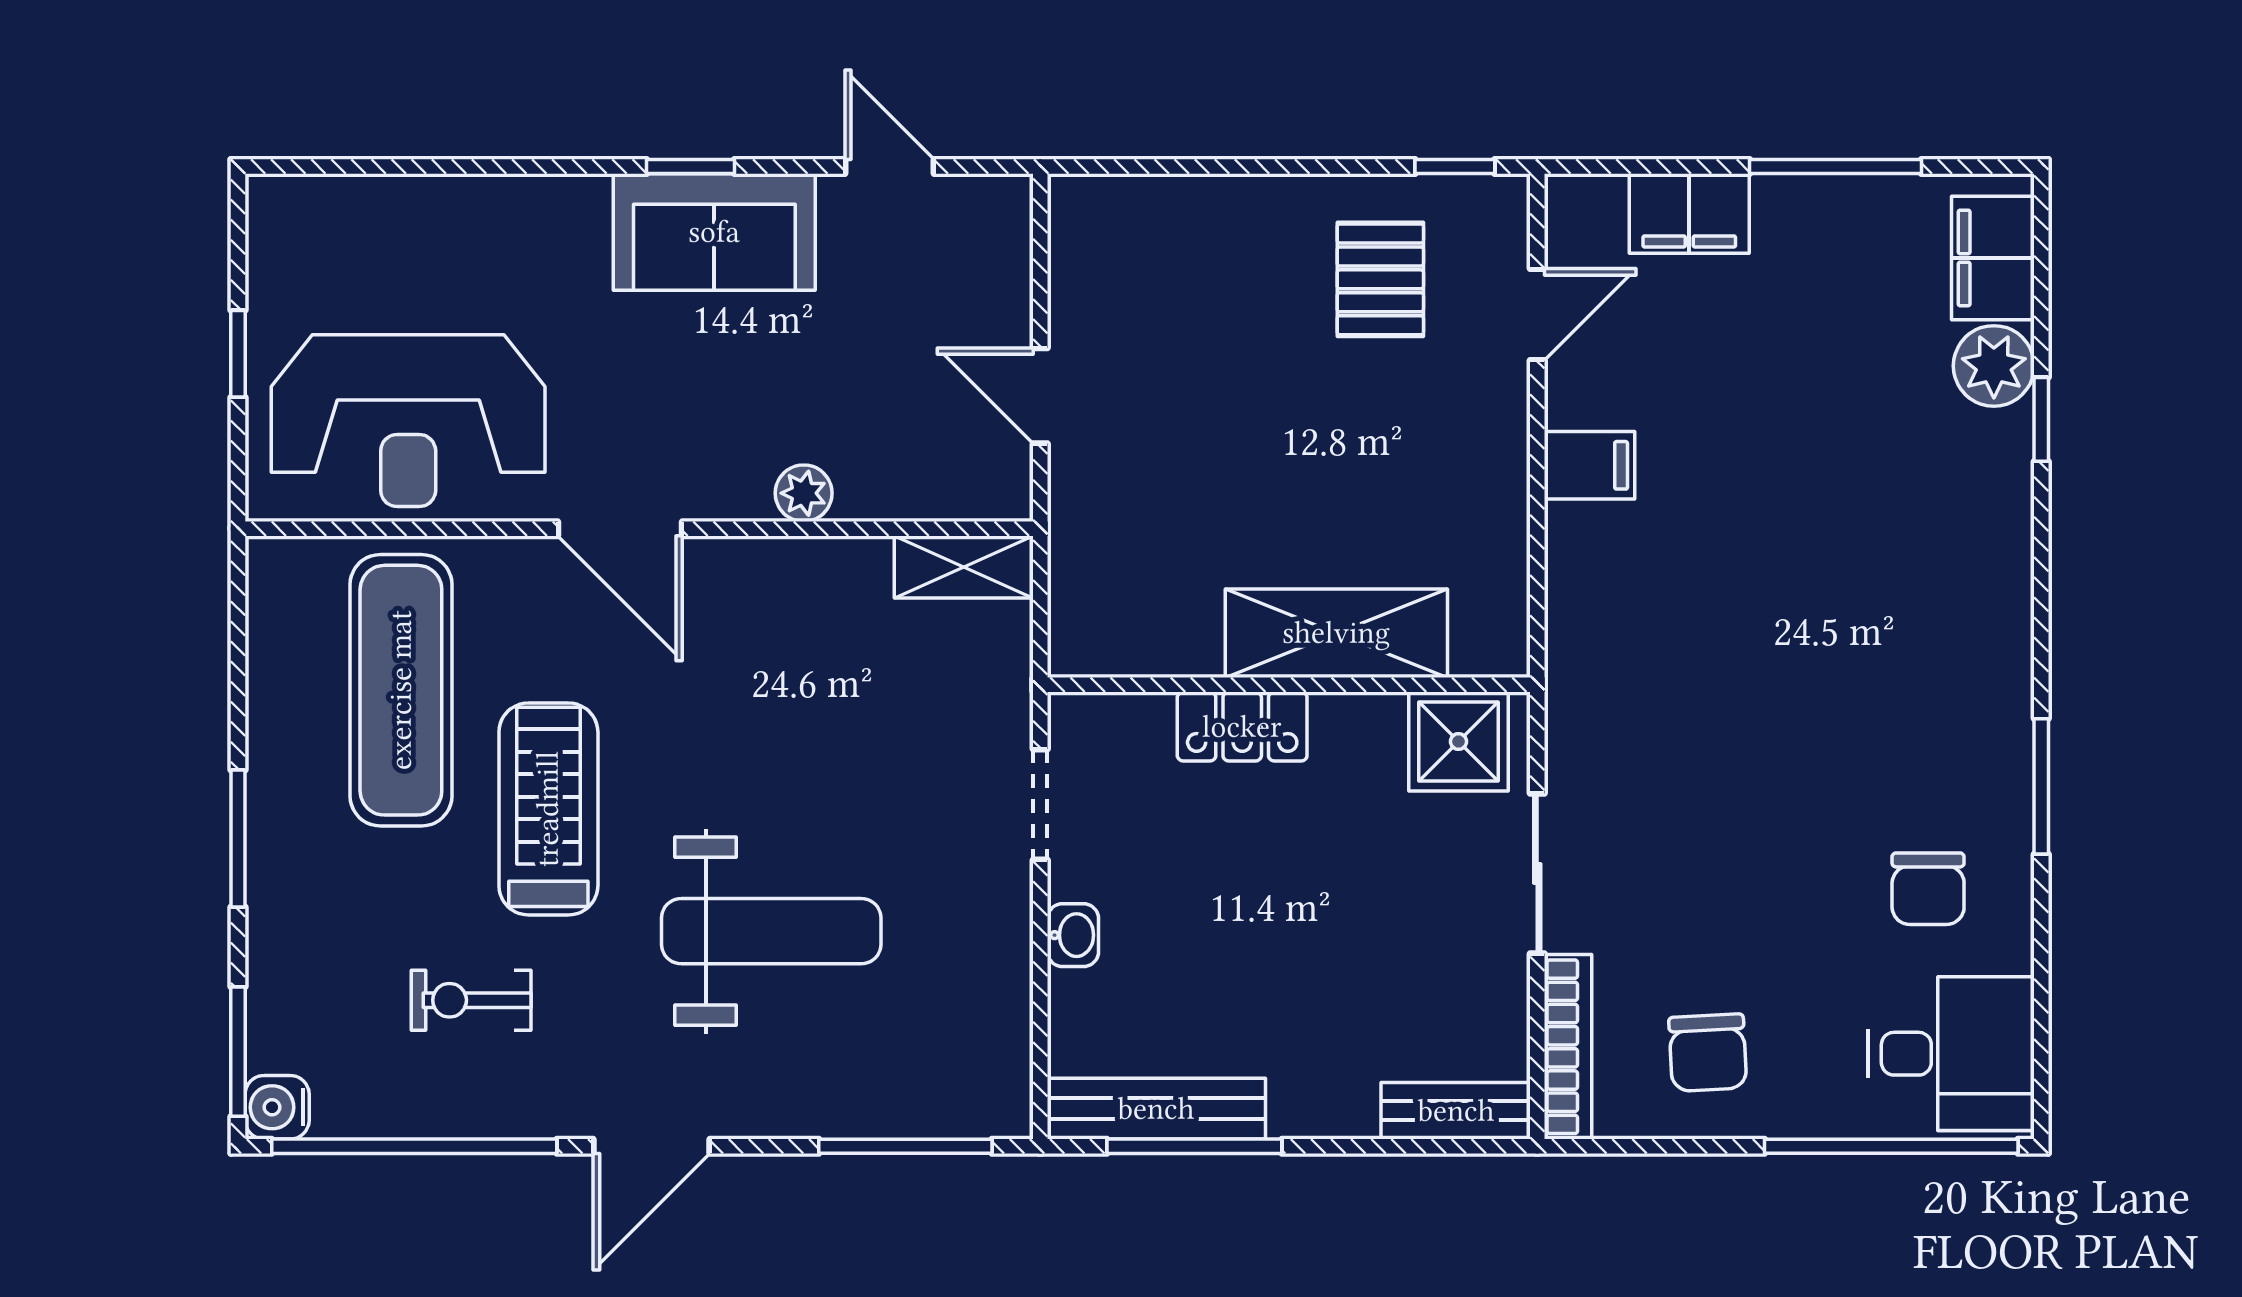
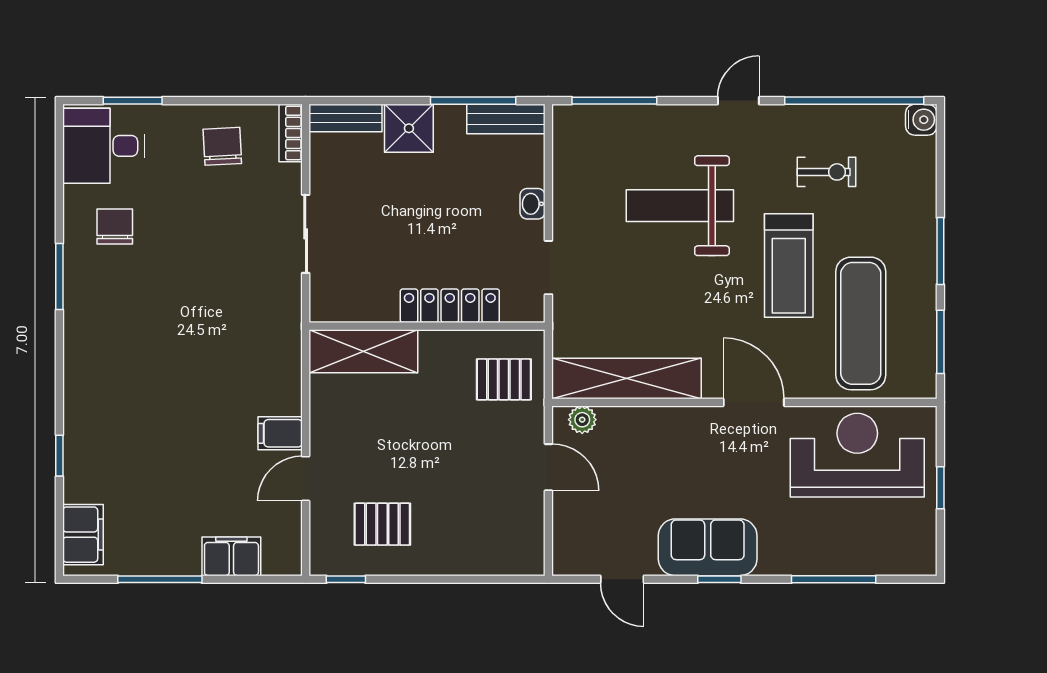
window: (457, 167) -> (834, 579), added
pallet: (1380, 279) -> (382, 524), turned 90
door: (1537, 315) -> (306, 479), moved
plant: (1994, 366) -> (83, 482), removed
plant: (804, 493) -> (582, 420), moved
shelving: (964, 567) -> (626, 379), width x2.20, depth x1.33
pallet: (1132, 576) -> (504, 379), added
shelving: (1336, 633) -> (363, 351), moved
locker: (1242, 727) -> (450, 306), width x1.53
shower: (1458, 742) -> (409, 128), moved
bookcase: (1568, 1047) -> (291, 133), width x0.64
window: (238, 1052) -> (940, 342), moved
bench: (1156, 1109) -> (506, 119), width x0.73
door: (652, 1146) -> (738, 101), width x0.73
window: (1891, 1146) -> (133, 101), width x0.47

